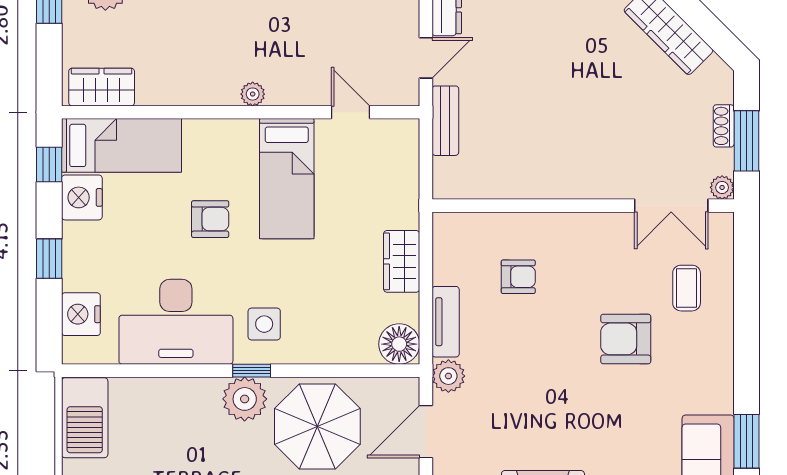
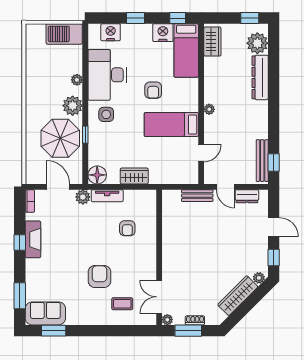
window: (252, 371) -> (85, 135), moved
plant: (187, 389) -> (77, 80), added

